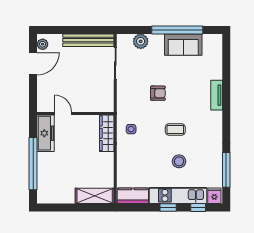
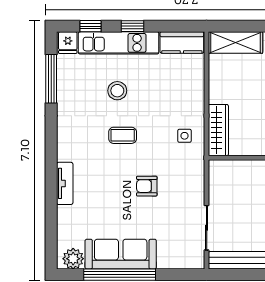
plant: (141, 41) -> (73, 259), moved
sofa: (183, 45) -> (121, 254), width x1.36

